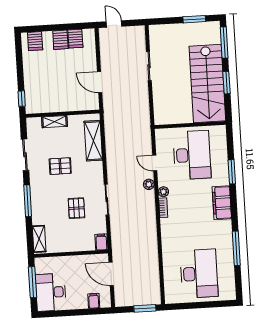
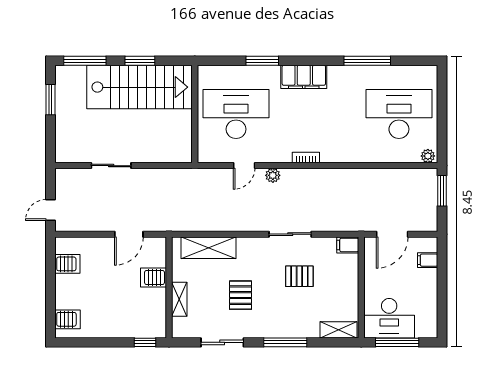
server rack: (60, 40) -> (153, 277), moved, turned 180
plant: (163, 192) -> (428, 156), moved
desk: (51, 292) -> (389, 318), moved

